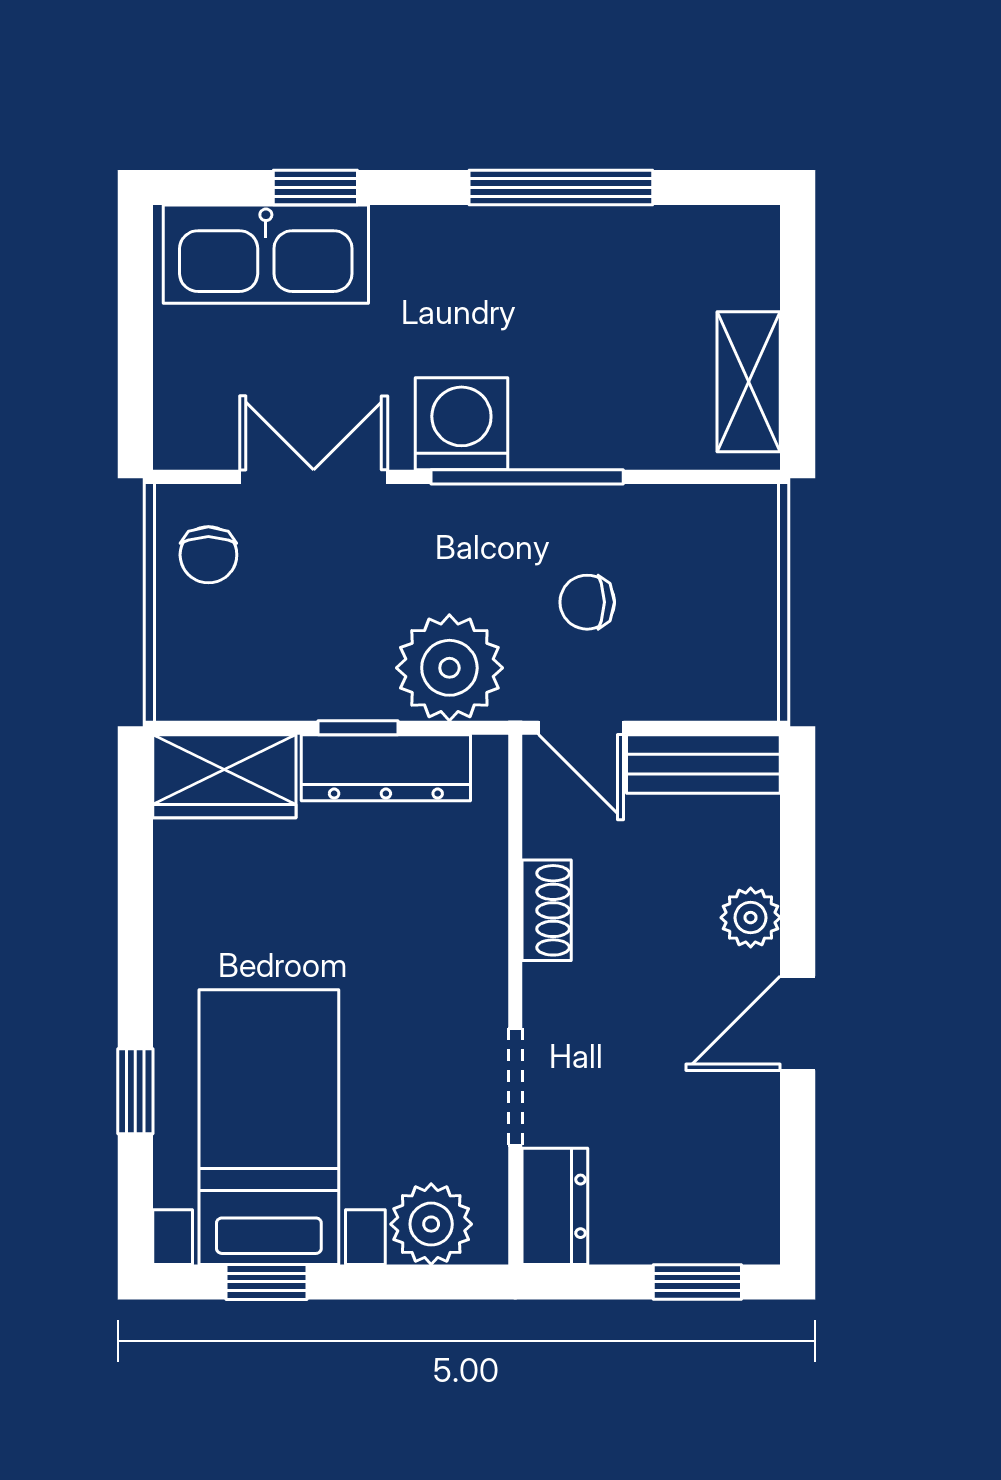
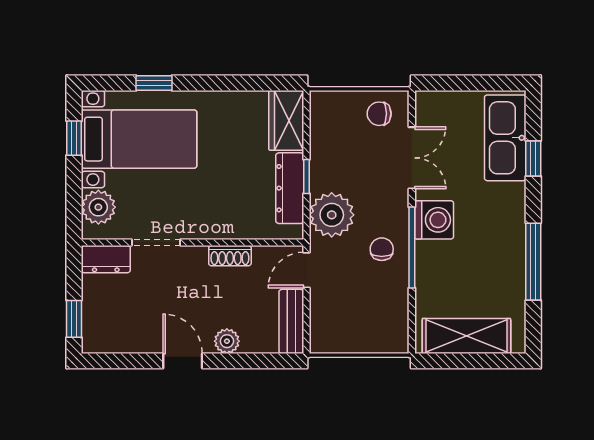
shelving: (749, 382) -> (466, 336), width x1.50, depth x1.33
chair: (587, 602) -> (382, 249), moved

